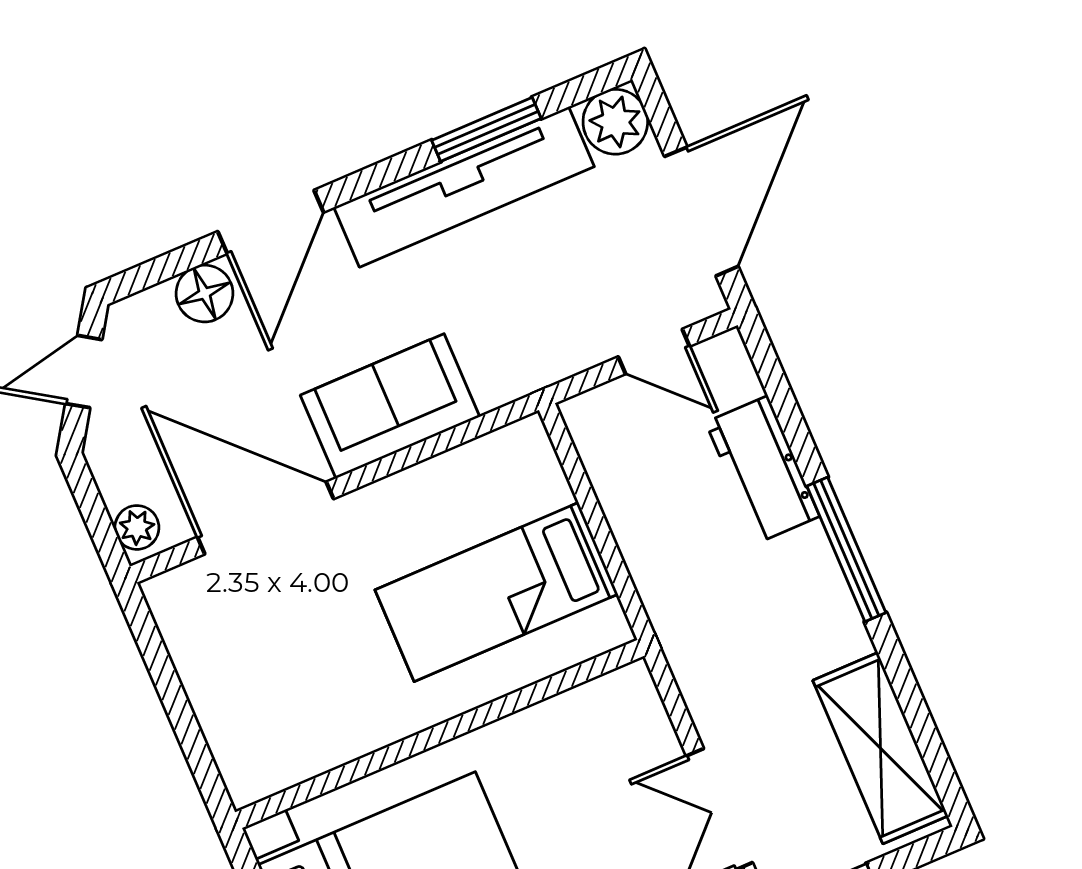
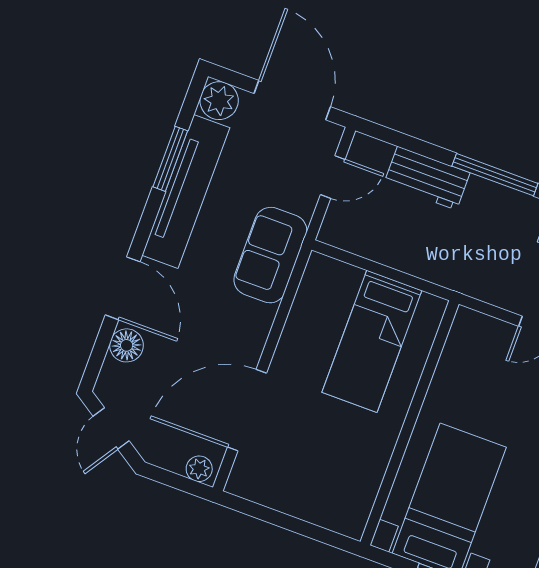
sofa: (390, 406) -> (270, 255), moved

